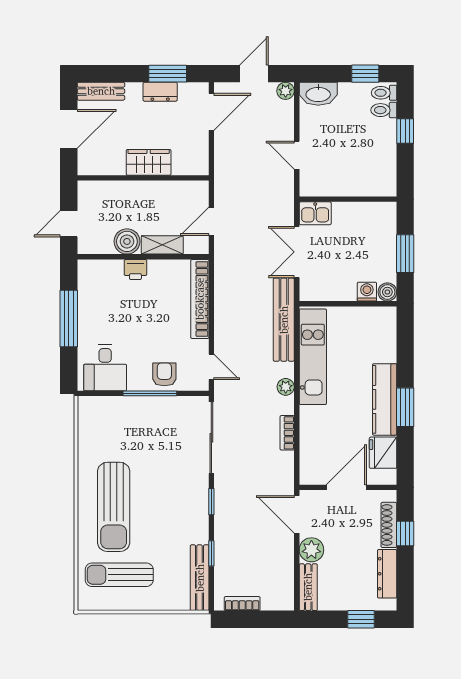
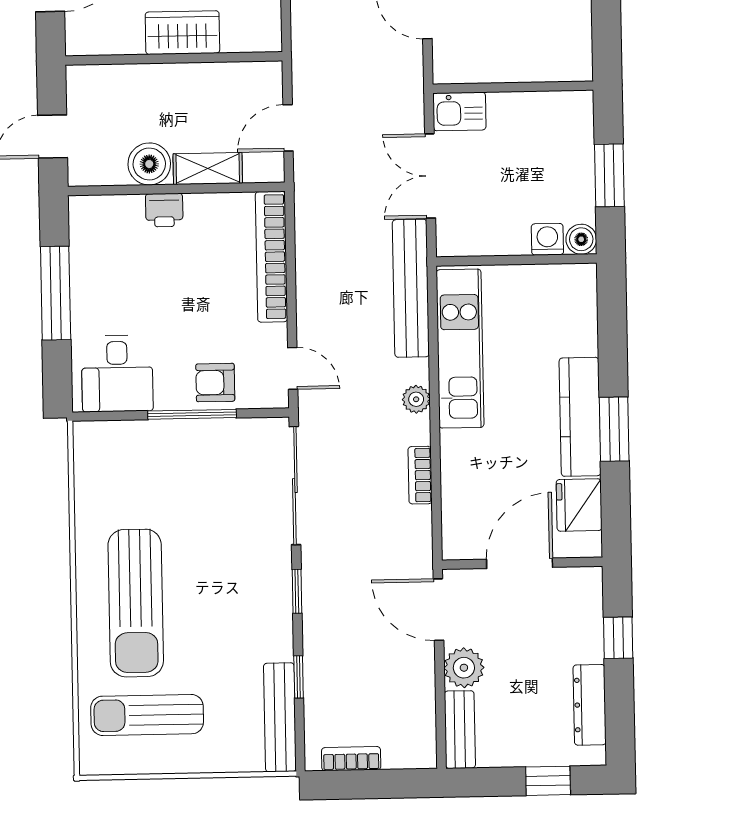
armchair: (164, 374) -> (215, 383), turned -90
shoe rack: (389, 525) -> (591, 624), removed

